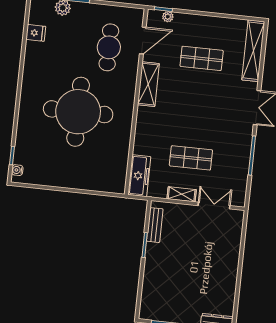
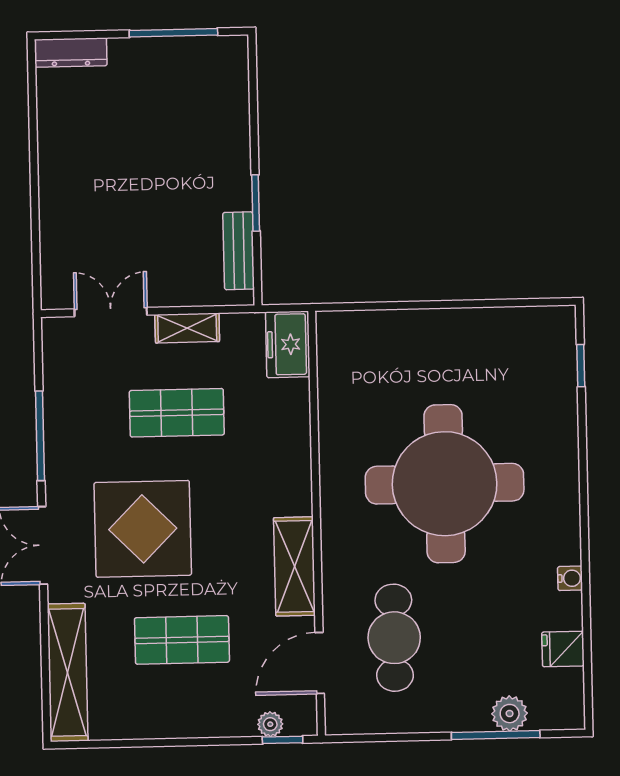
display table: (212, 109) -> (143, 529), added
water cooler: (17, 170) -> (570, 578), moved
freezer: (139, 176) -> (288, 344), width x0.71
double door: (214, 206) -> (111, 312), swing flipped

